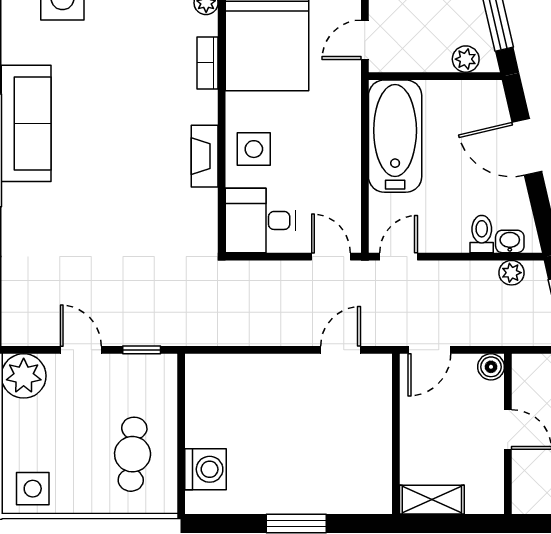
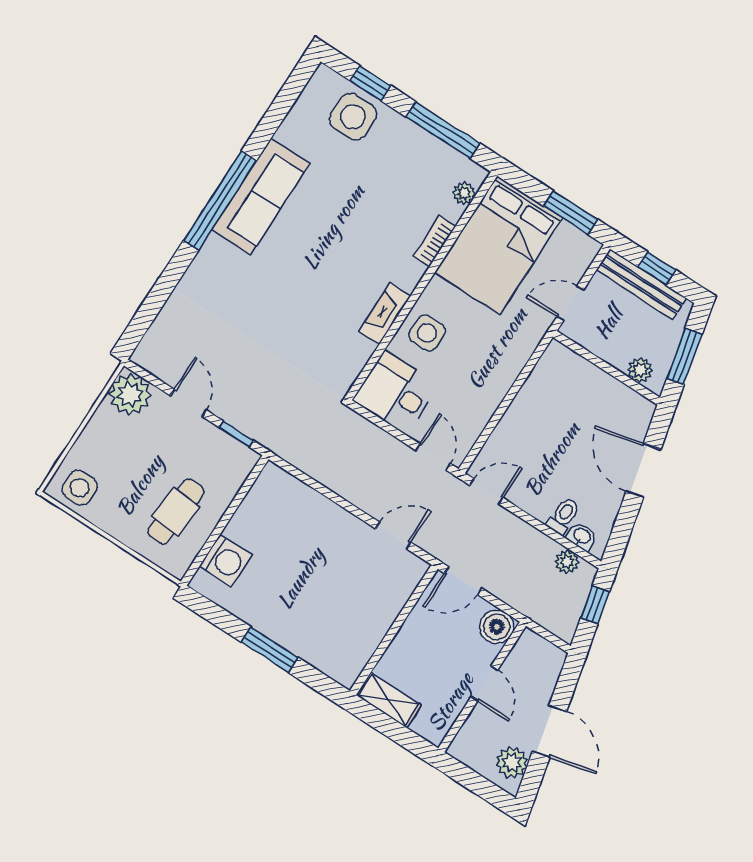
bathtub: (395, 136) -> (545, 395), removed
boiler: (491, 367) -> (497, 627), width x1.36, depth x1.36

